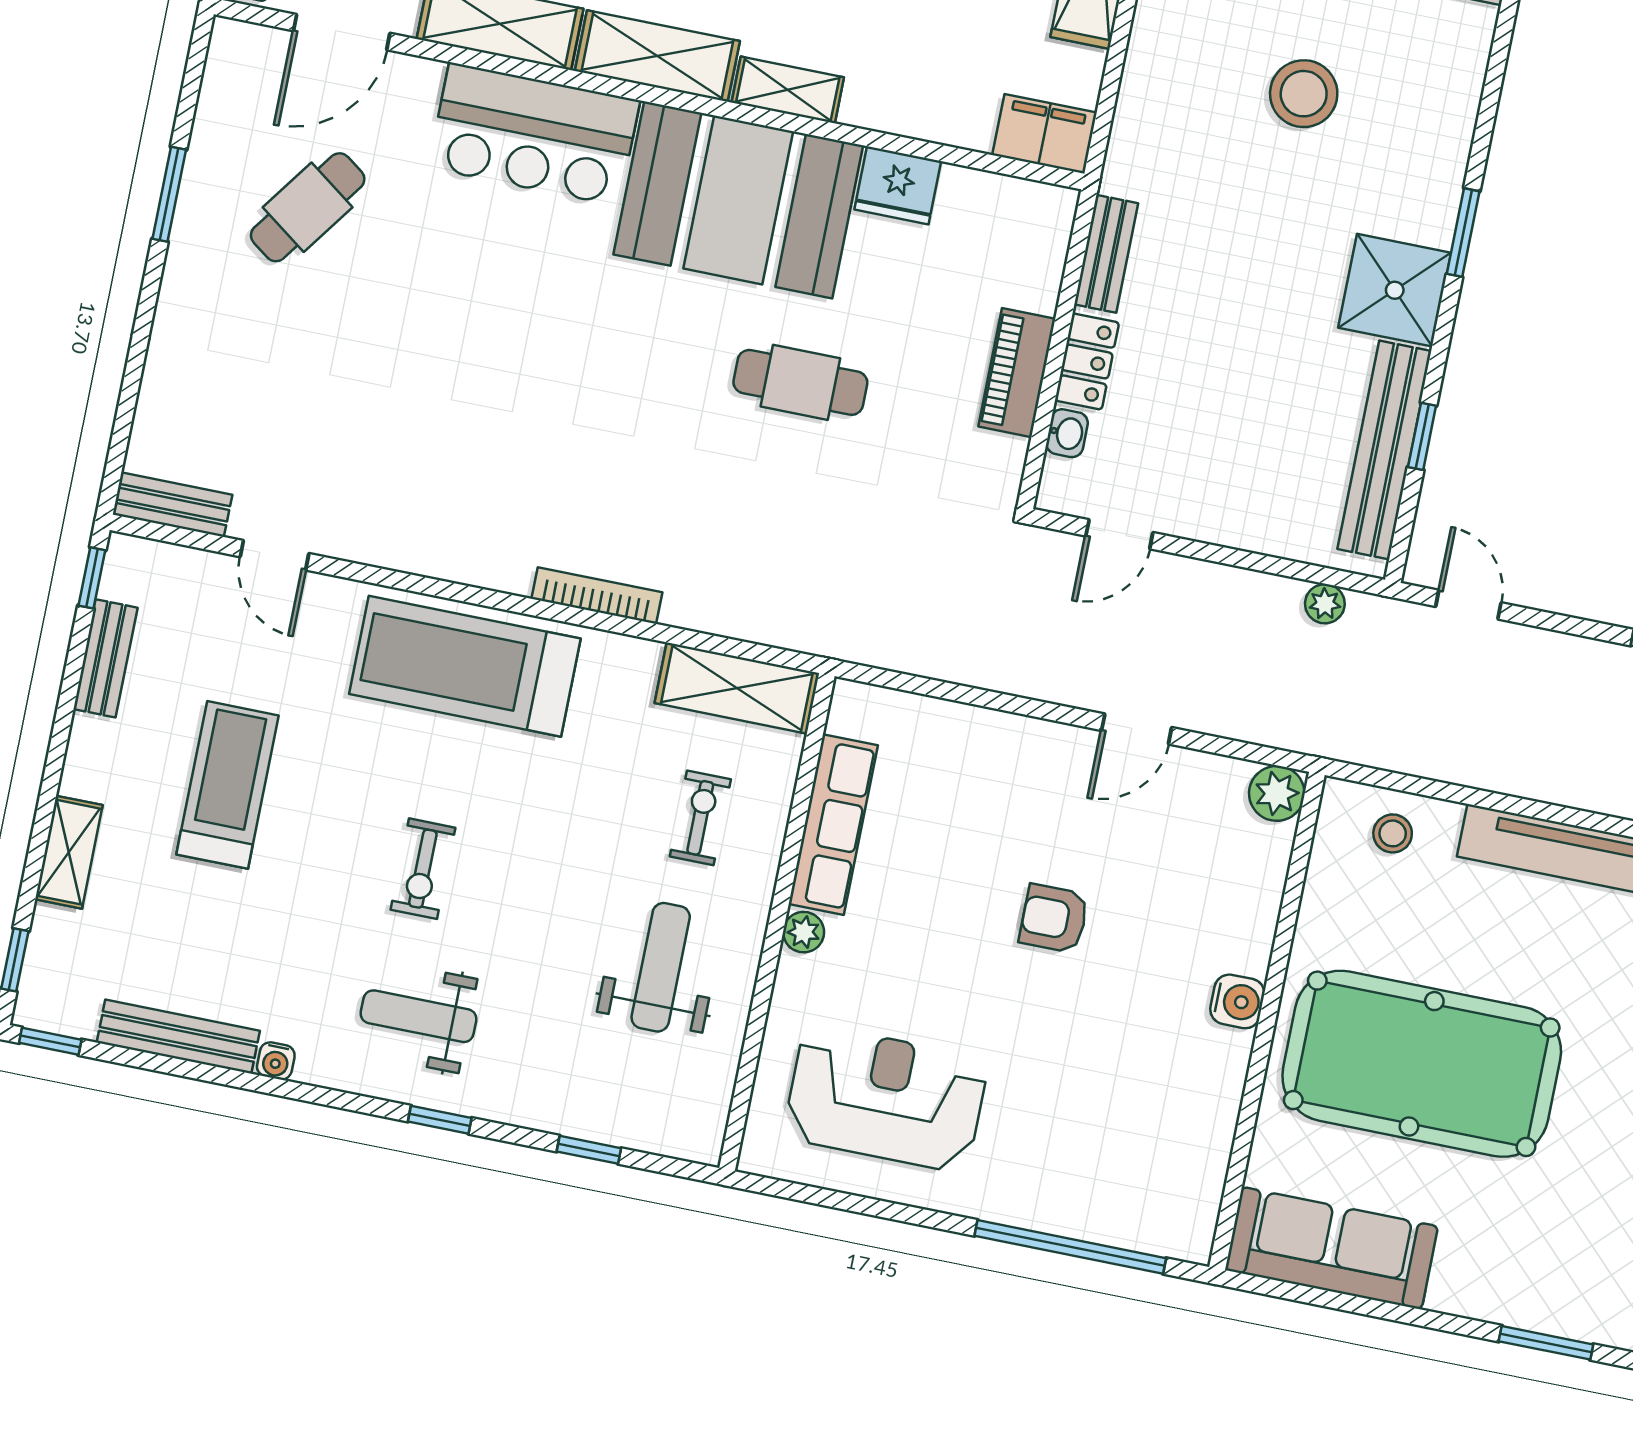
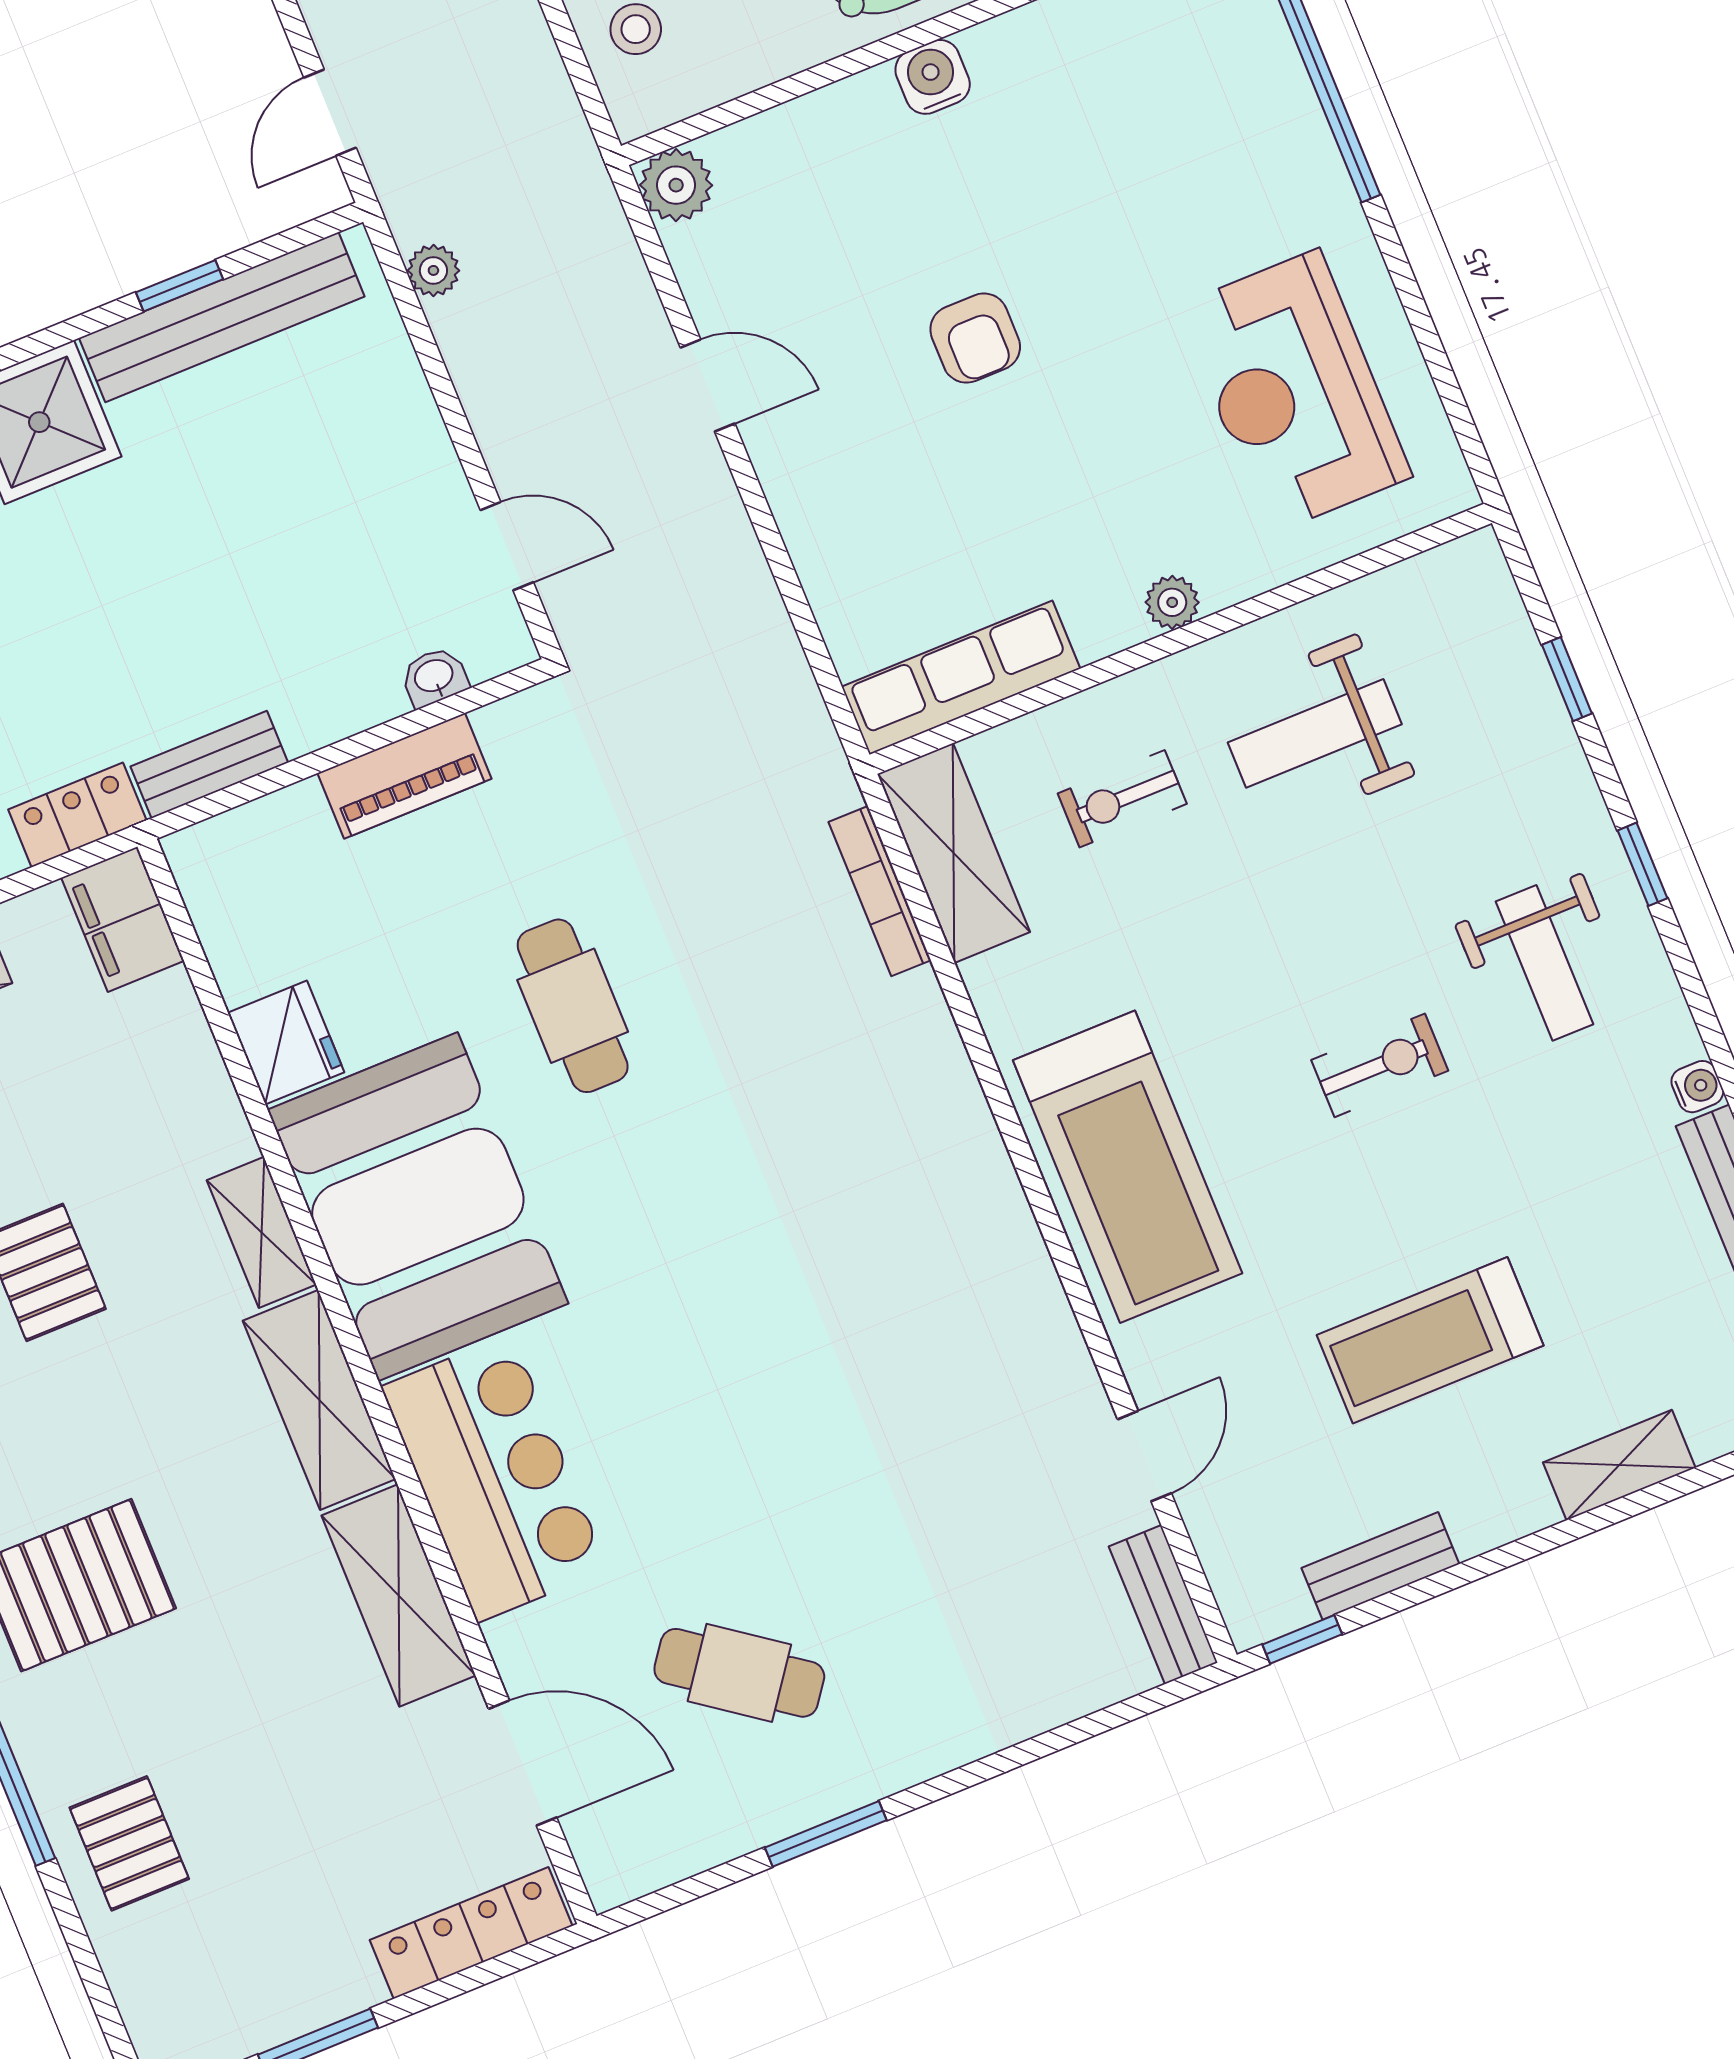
locker: (1087, 362) -> (77, 815), moved
bookcase: (597, 596) -> (880, 891), moved
row of seats: (833, 825) -> (961, 678), moved

